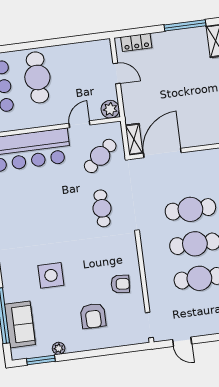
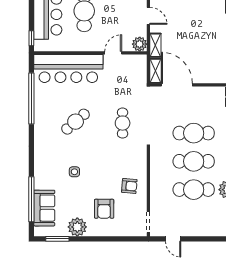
shelving: (130, 108) -> (155, 45), added
door: (162, 153) -> (177, 85), hinge flipped
cafe table: (100, 156) -> (76, 122), moved
side table: (51, 275) -> (74, 172), width x0.54, depth x0.54
plant: (59, 348) -> (77, 227), width x1.88, depth x1.88

